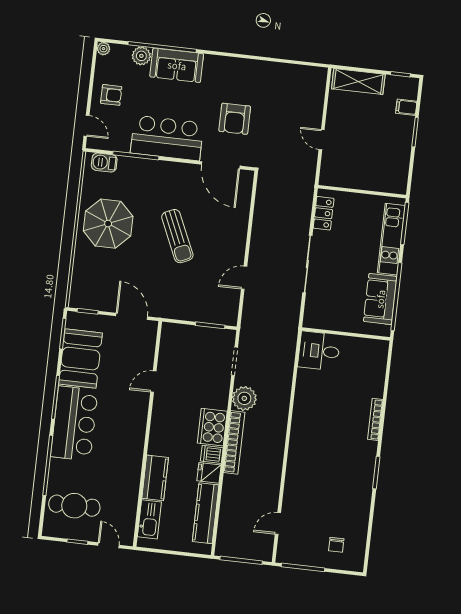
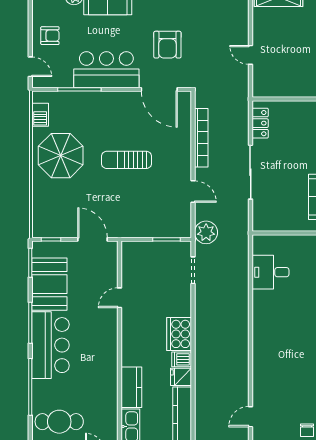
barbecue: (104, 163) -> (40, 115), moved, turned -90
sun lounger: (177, 236) -> (126, 160), turned 114
door: (244, 278) -> (193, 192), swing flipped
desk: (319, 351) -> (270, 272), moved
plant: (244, 398) -> (206, 232), moved
bookcase: (234, 442) -> (201, 138), moved

